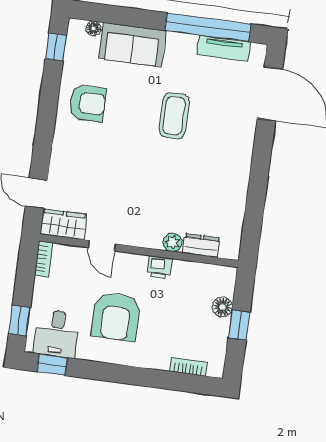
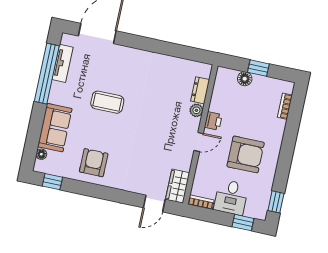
door: (102, 246) -> (199, 142), moved
desk: (57, 334) -> (231, 197), moved, turned 90

